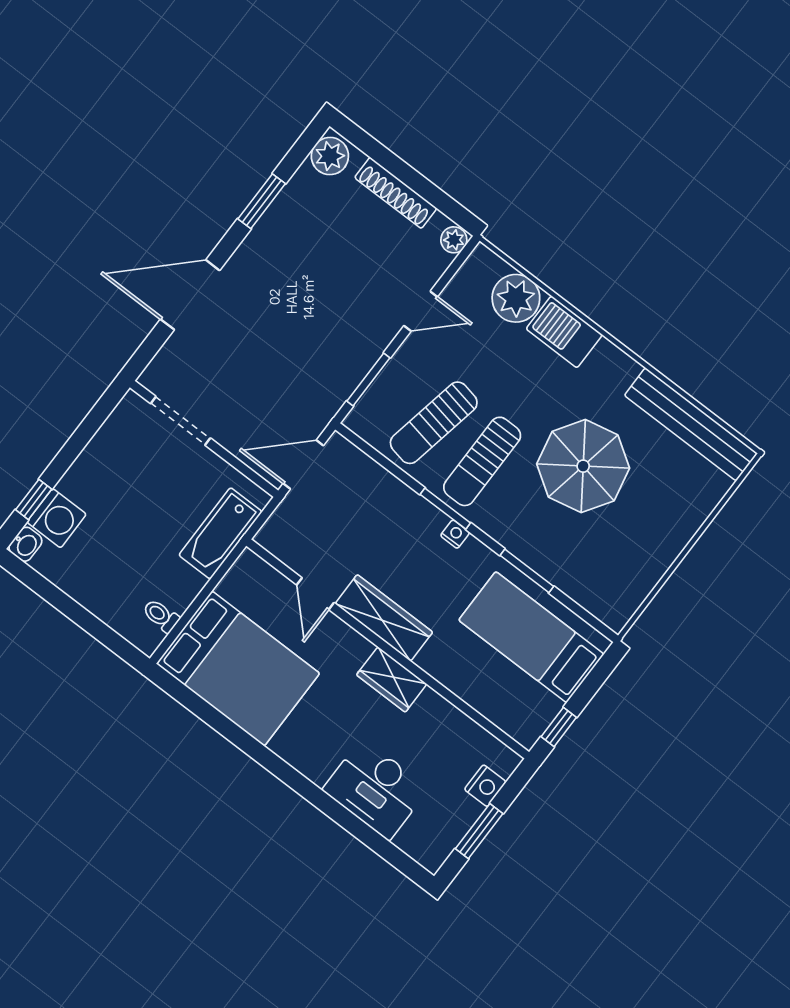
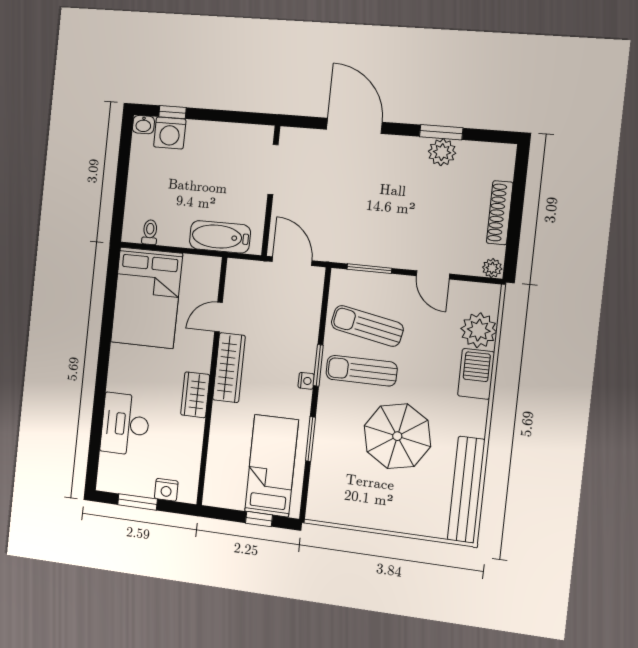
plant: (330, 156) -> (442, 152), moved
window: (559, 727) -> (259, 519), moved

